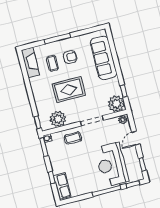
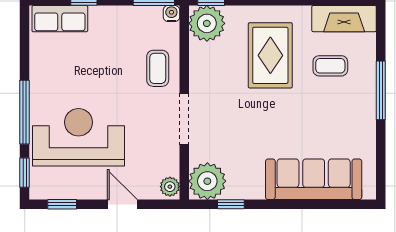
armchair: (70, 57) -> (334, 107), removed
rug: (69, 90) -> (270, 55), moved
plant: (58, 119) -> (207, 23), moved

